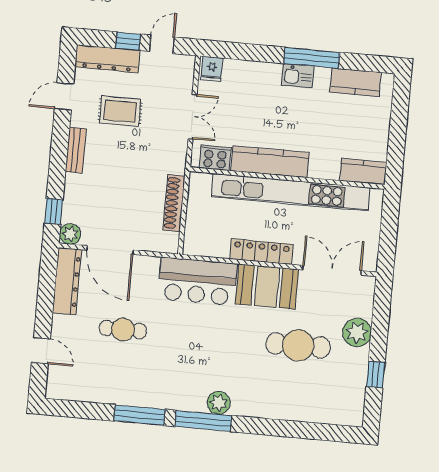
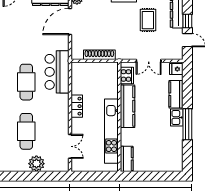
kitchen counter: (355, 82) -> (176, 94), moved
kitchen unit: (291, 192) -> (111, 131), width x0.73
locker: (261, 252) -> (77, 106), width x0.66
double door: (332, 270) -> (70, 146), width x0.73
booth: (267, 287) -> (57, 111), removed
cafe table: (123, 329) -> (26, 82), moved, width x1.37, depth x1.35
window: (376, 375) -> (14, 176), removed

